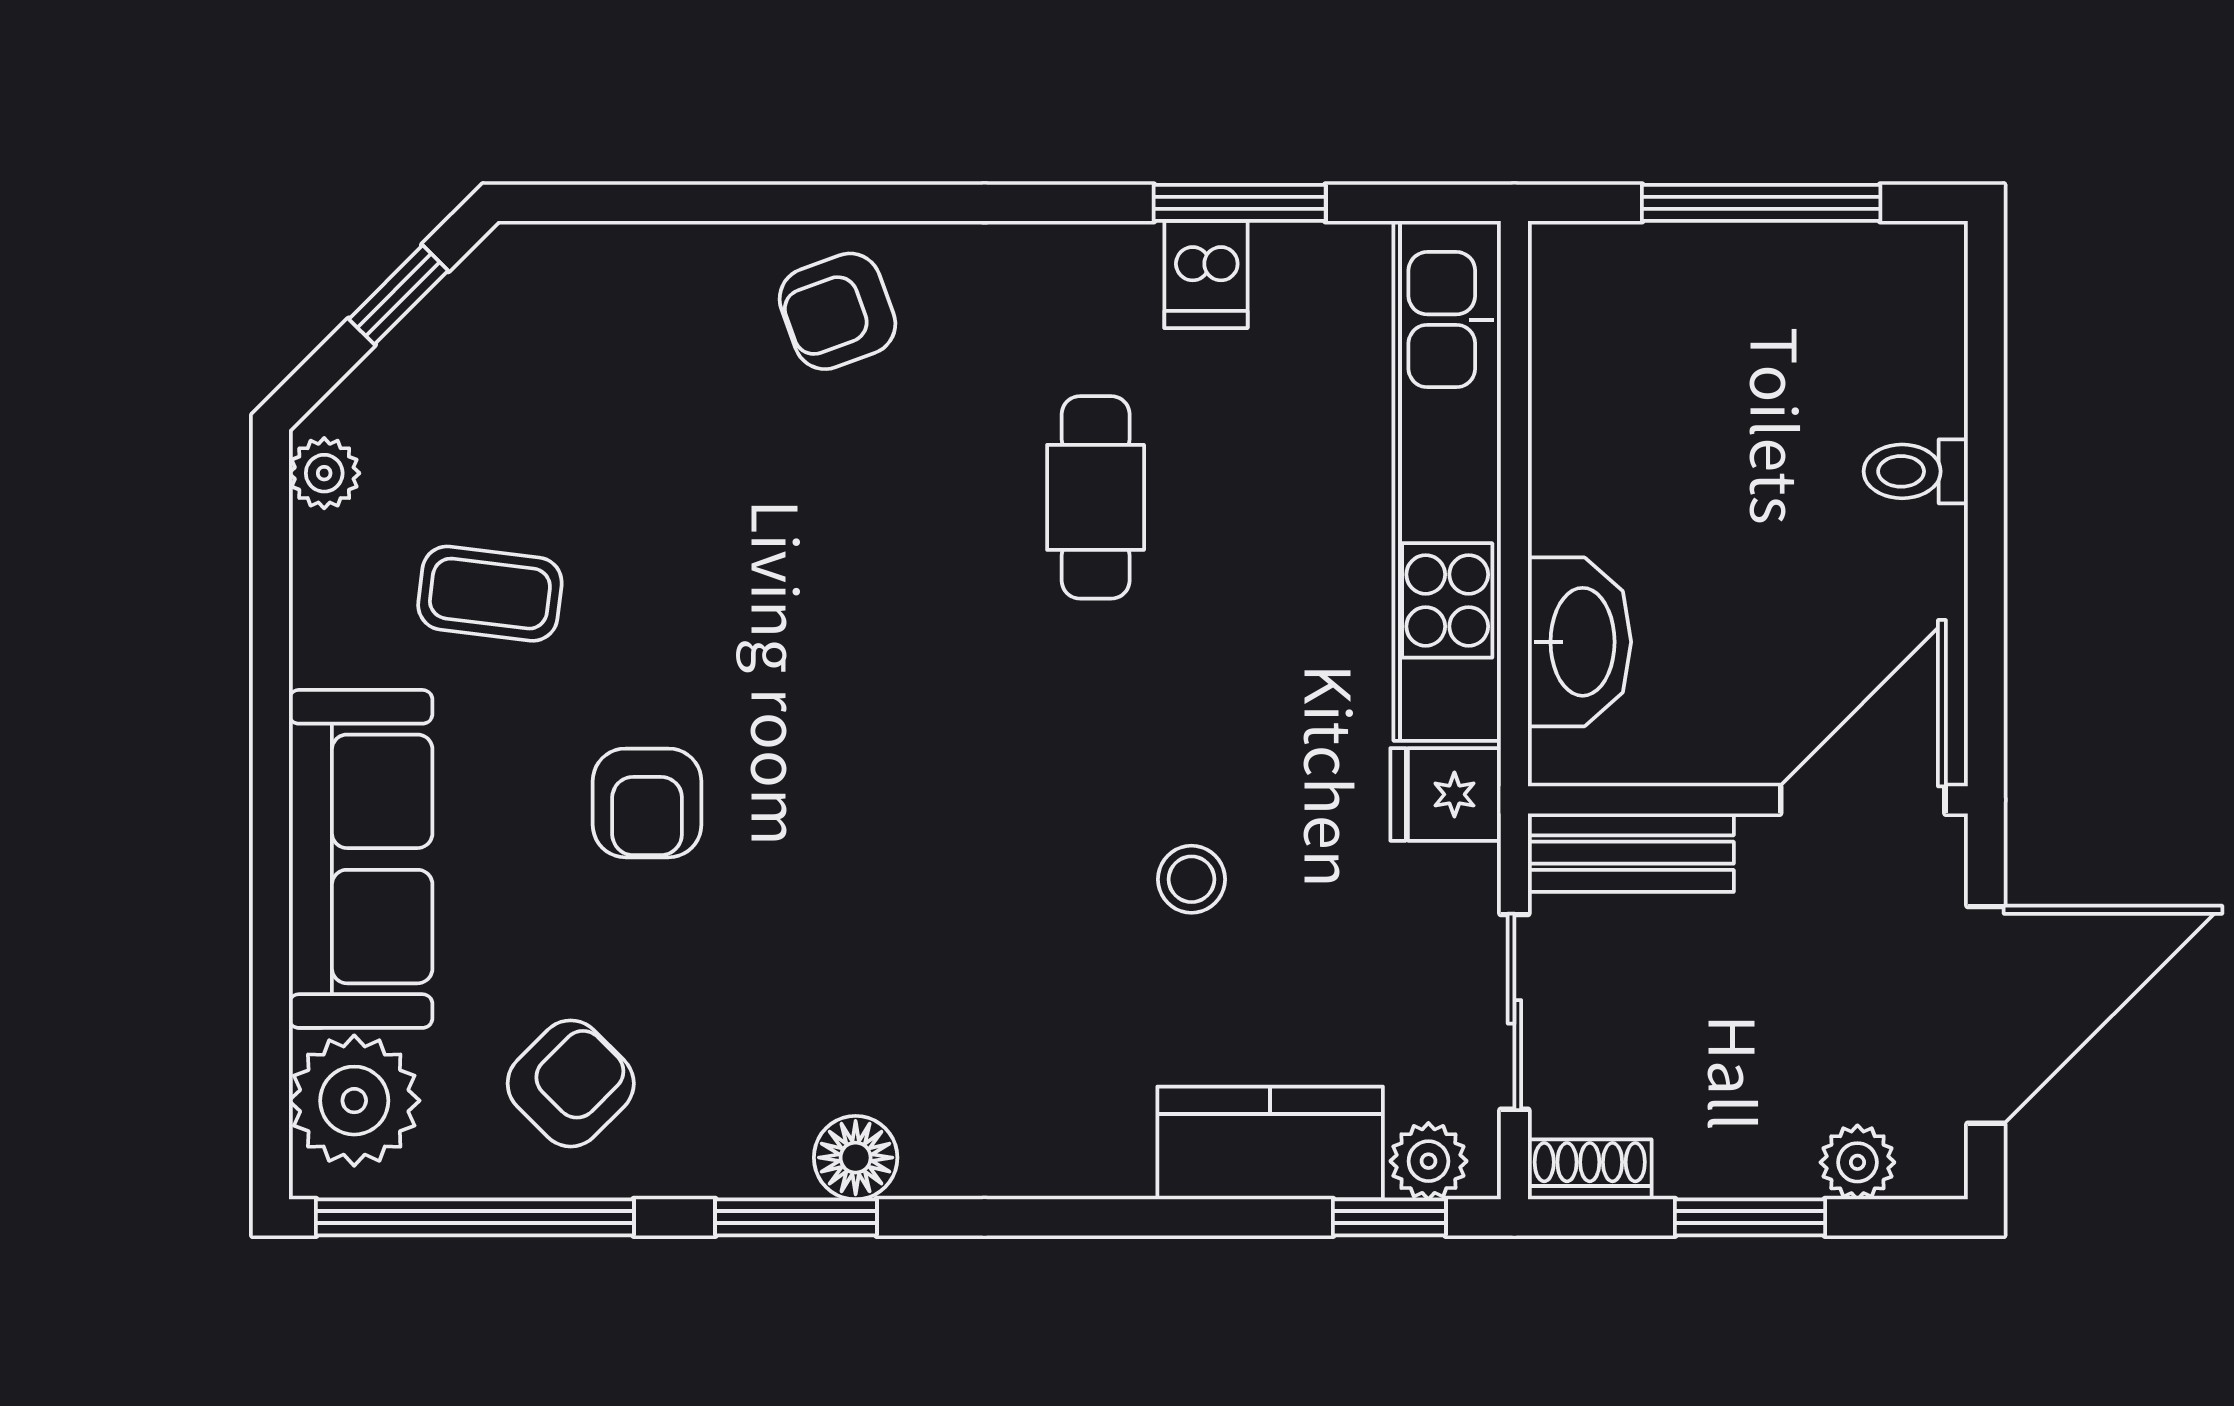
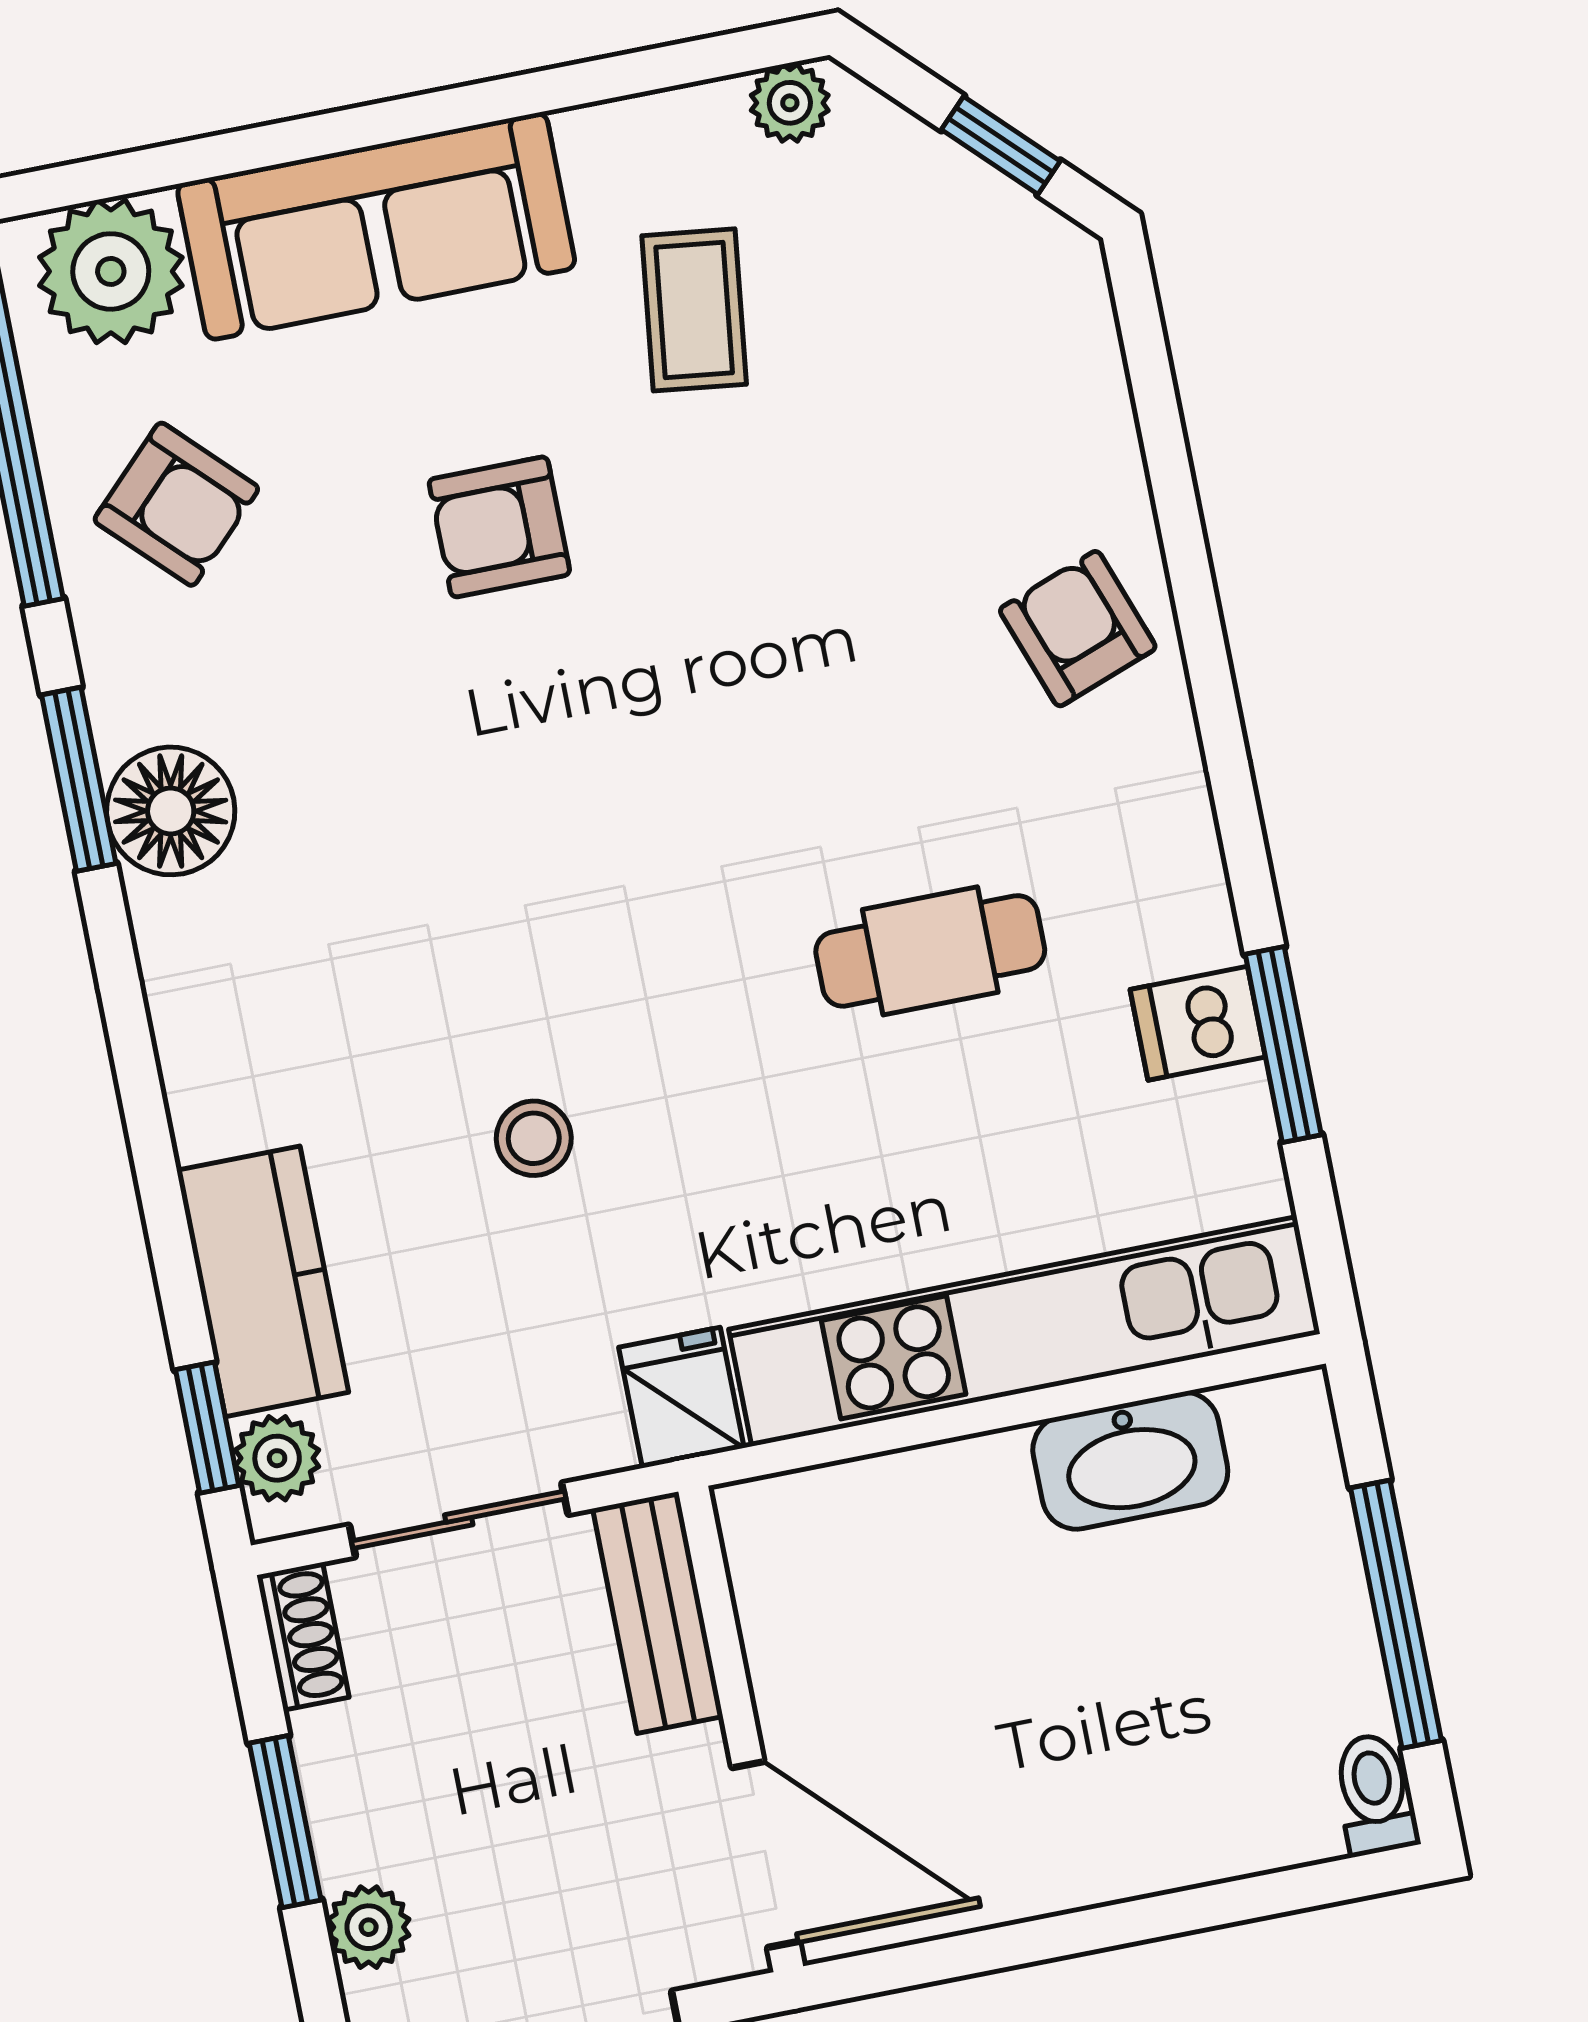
toilet: (1916, 471) -> (1375, 1794), moved
washbasin: (1579, 642) -> (1130, 1461), moved
floor lamp: (856, 1158) -> (171, 811), width x1.38, depth x1.38

